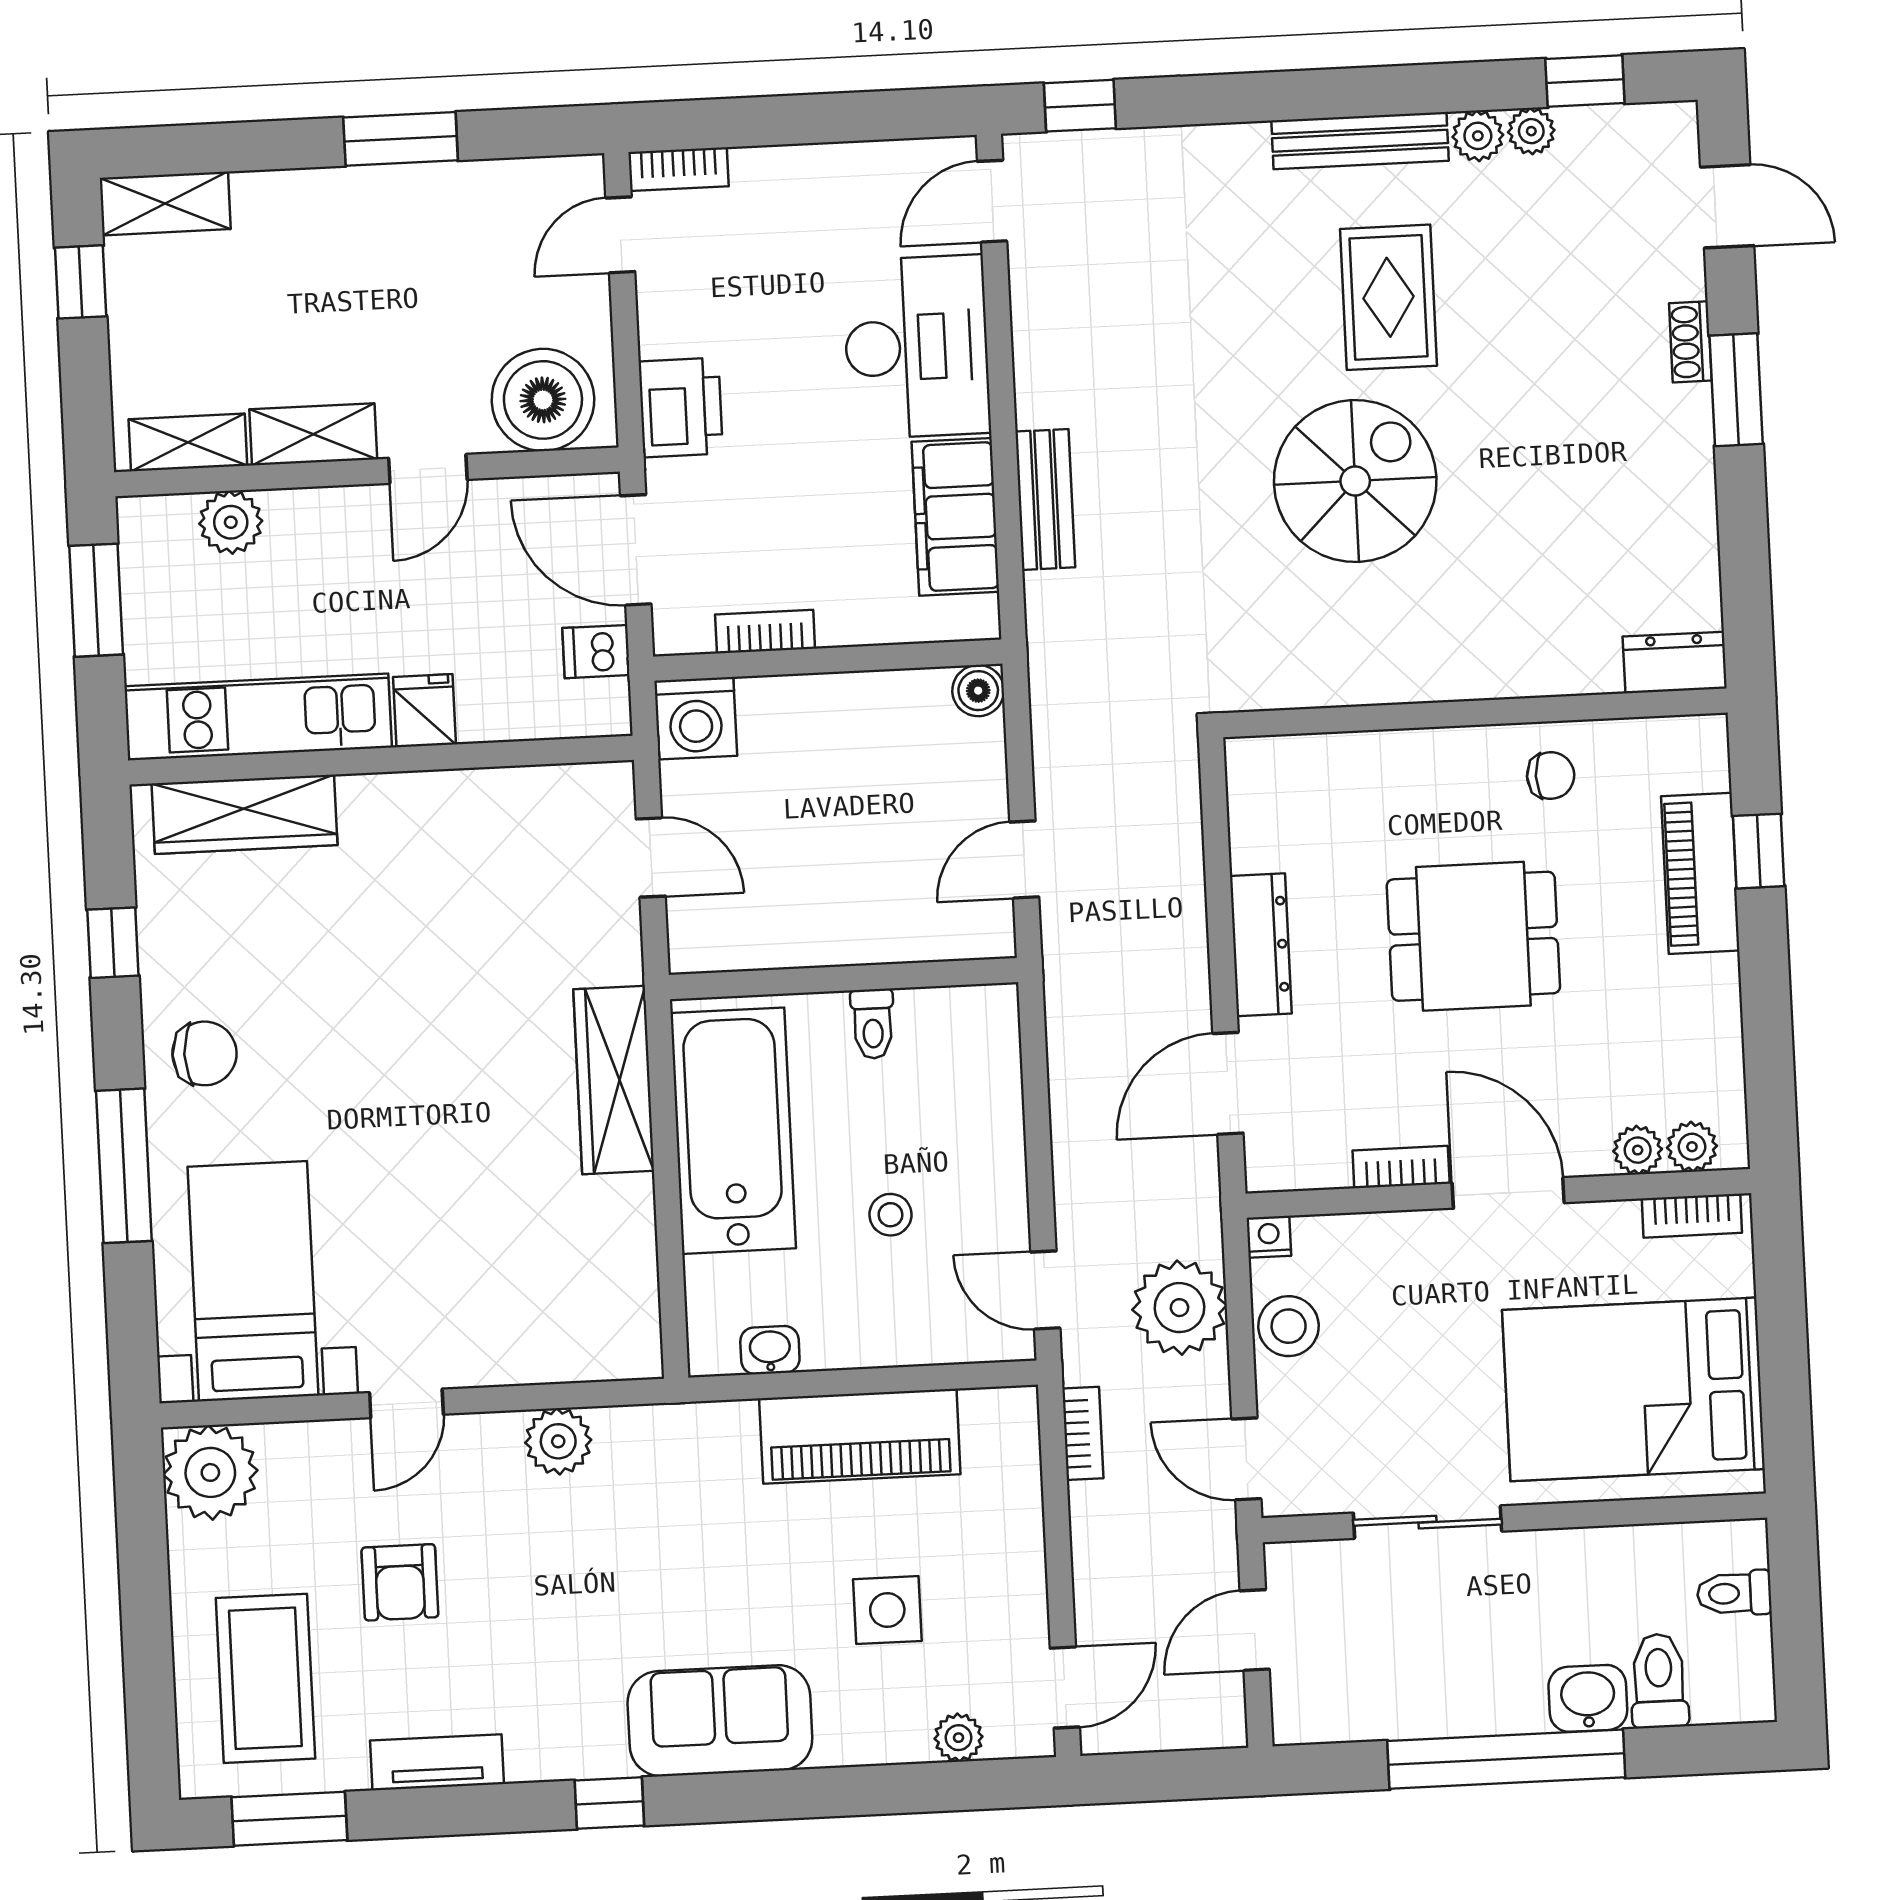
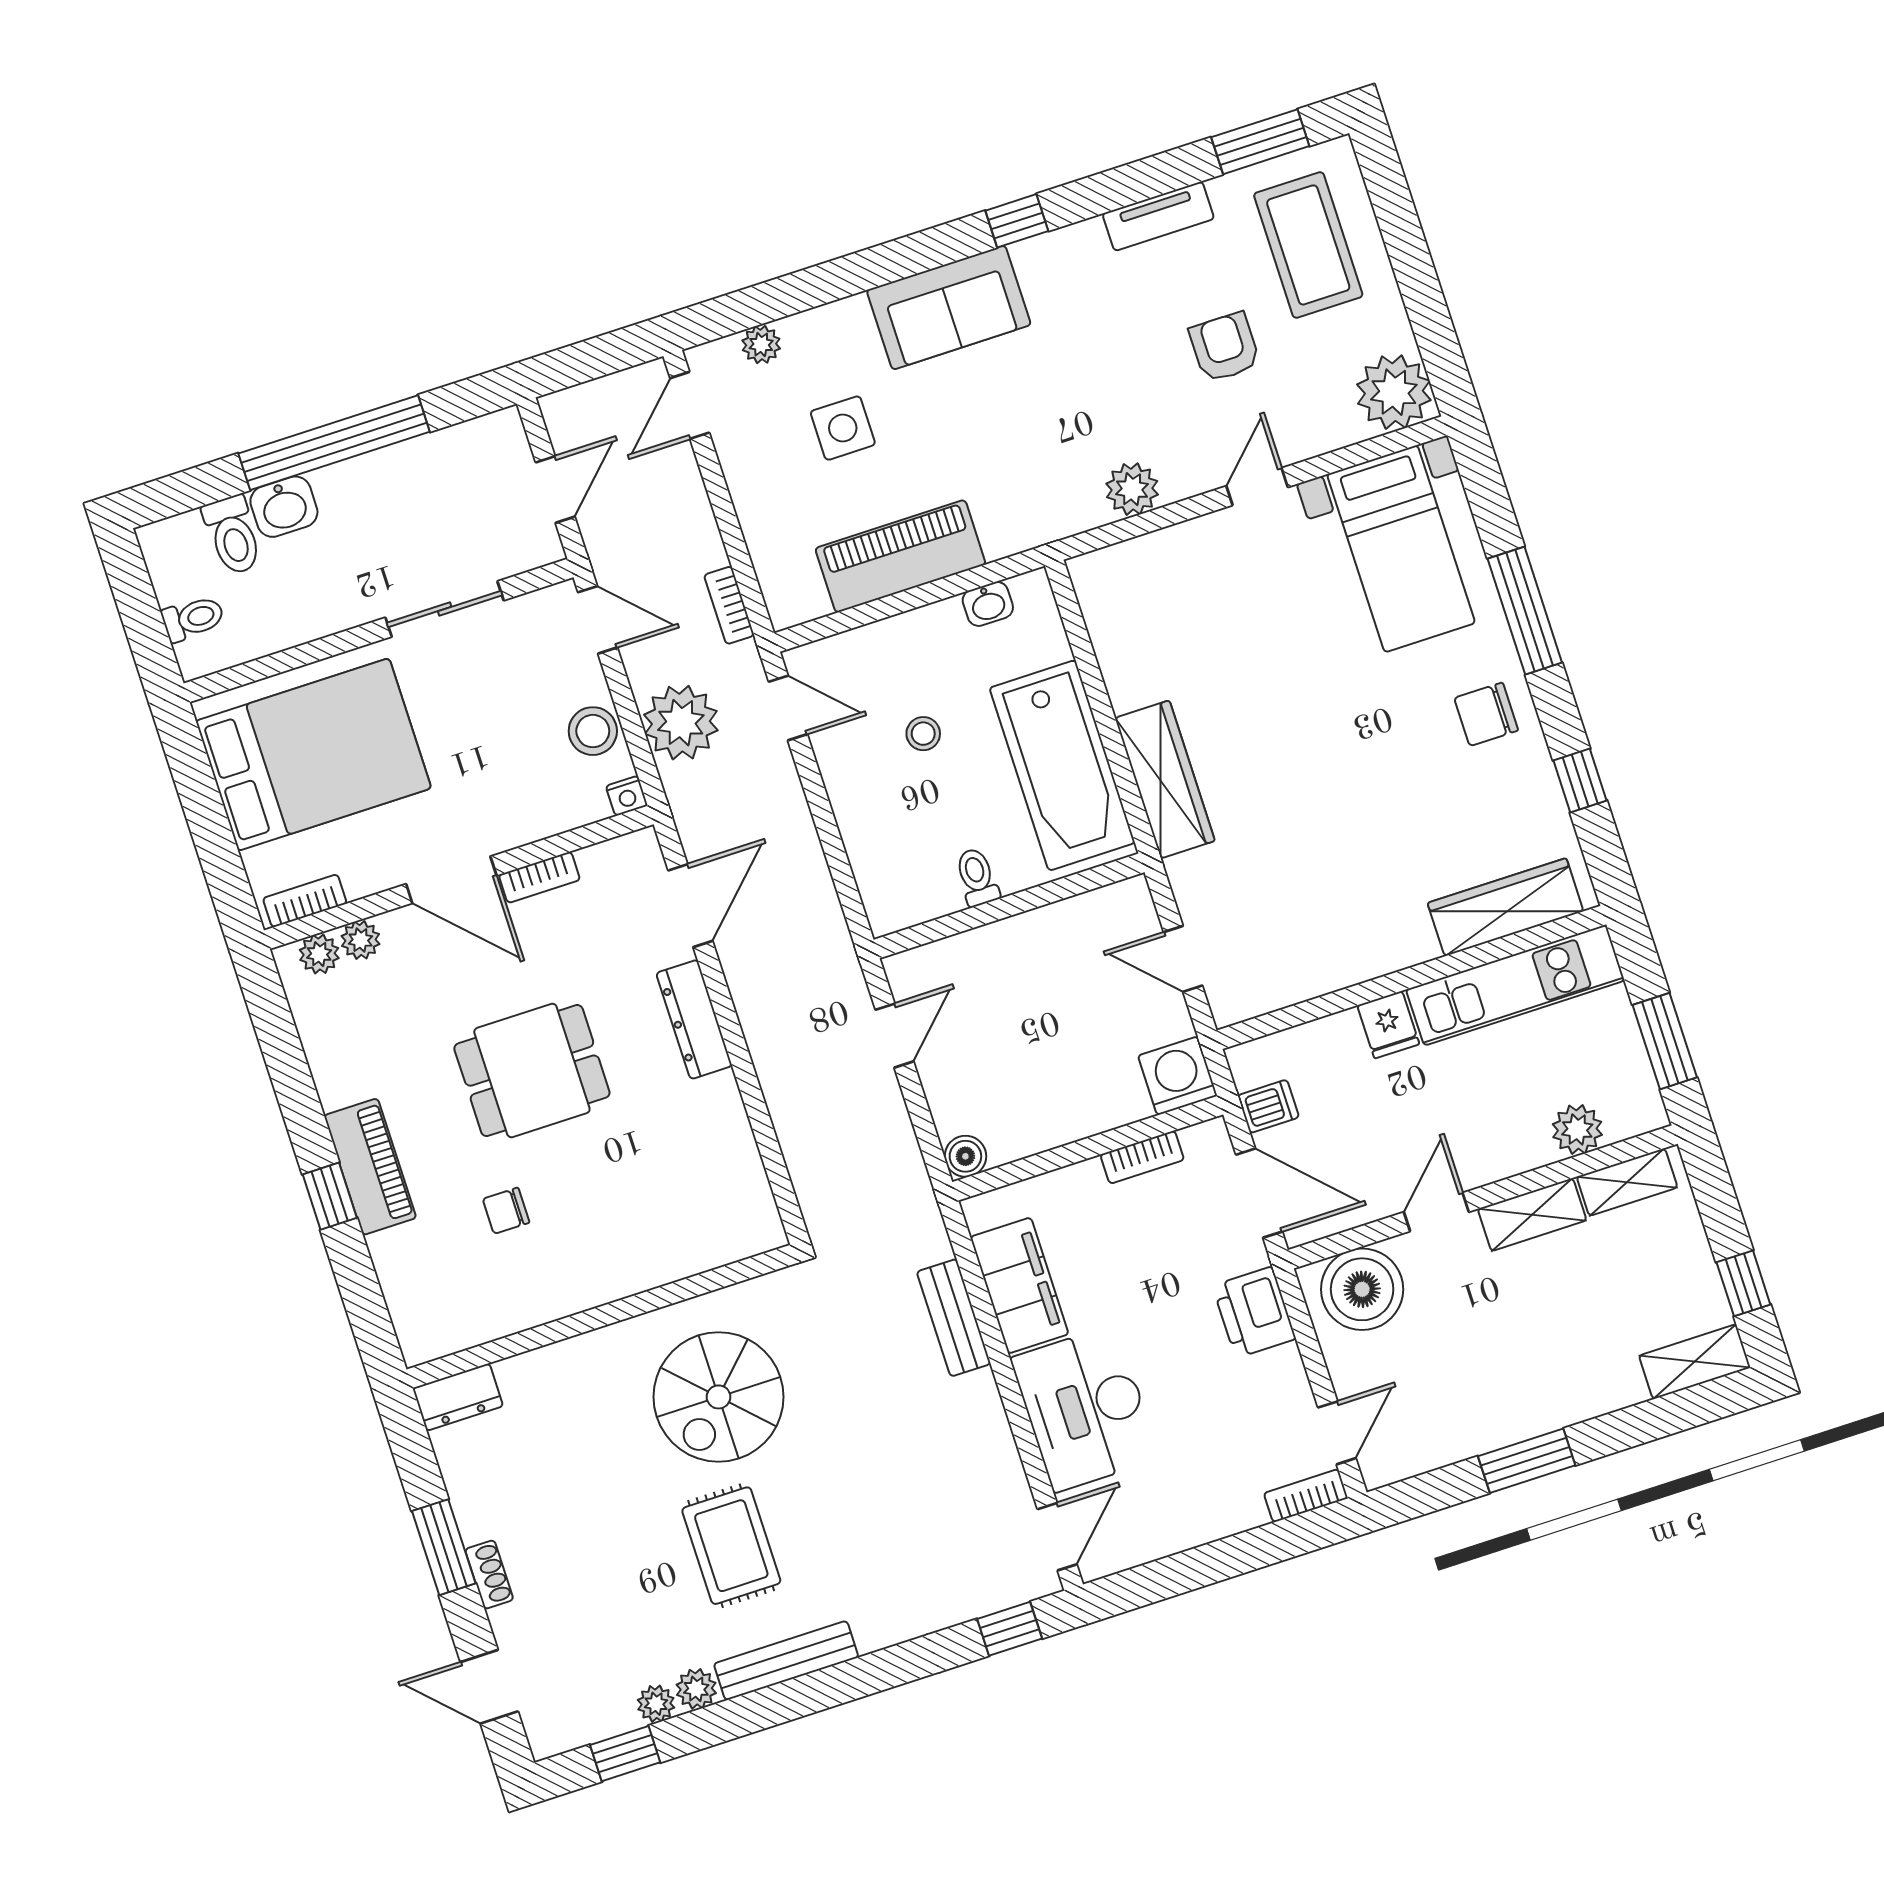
dresser: (1675, 662) -> (458, 1397), moved
wall: (1475, 713) -> (601, 1316), moved

